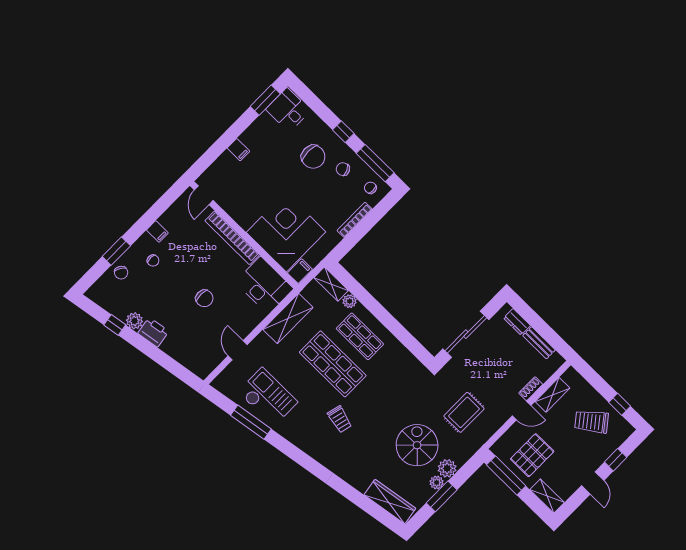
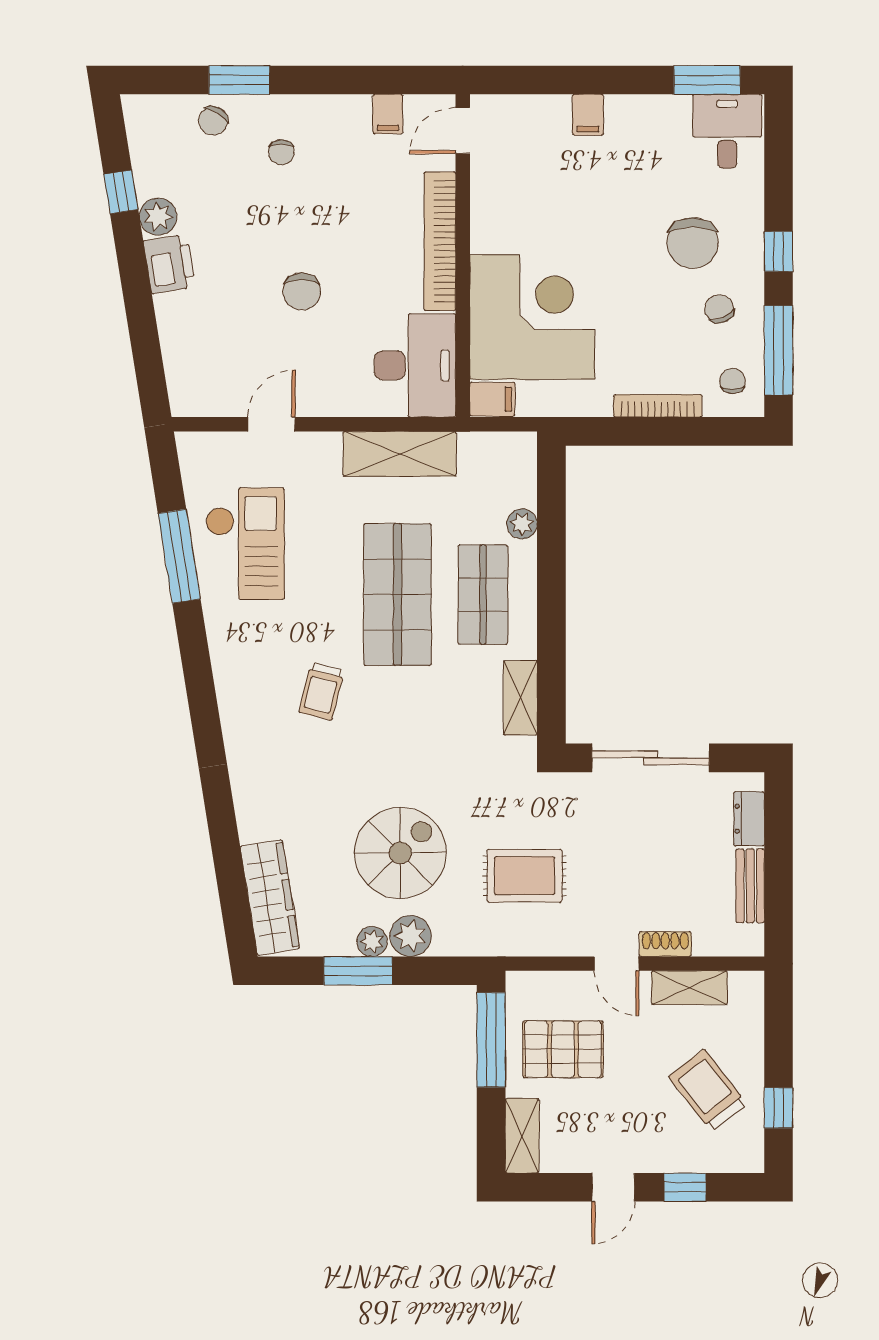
filing cabinet: (157, 231) -> (388, 114), moved
shelving: (331, 284) -> (520, 698), moved

